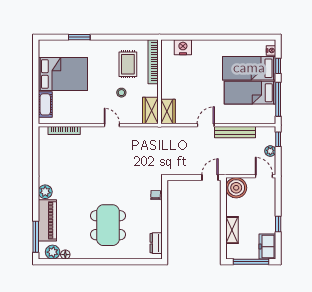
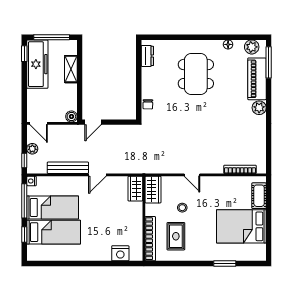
nightstand: (271, 50) -> (32, 181), moved
boiler: (236, 188) -> (71, 117), width x0.54, depth x0.54
window: (278, 224) -> (24, 54), moved
freezer: (267, 247) -> (37, 64), width x1.91, depth x1.26
floor lamp: (65, 255) -> (228, 44), moved

